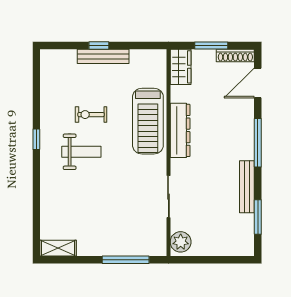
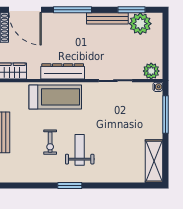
door: (258, 83) -> (25, 10), width x1.36
window: (36, 139) -> (70, 185), width x1.50
plant: (240, 228) -> (140, 24), added
shelving: (58, 248) -> (154, 161), width x1.50, depth x1.33
water cooler: (161, 250) -> (158, 87), added

